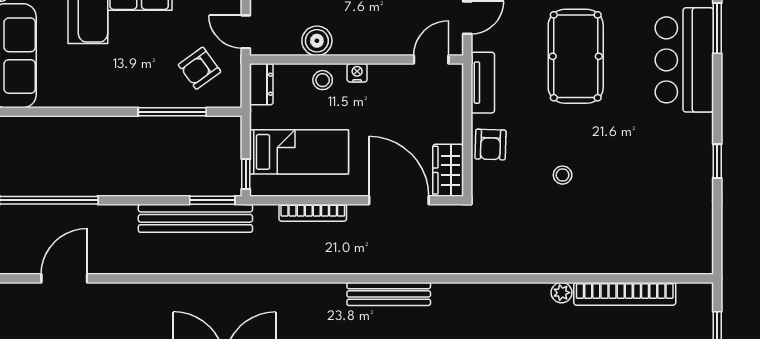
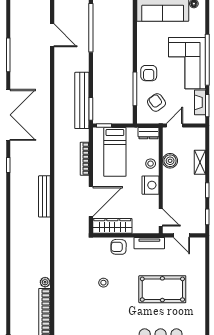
nightstand: (357, 73) -> (150, 185), width x1.89, depth x1.79
armchair: (140, 84) -> (149, 73), added
wardrobe: (448, 170) -> (112, 226), width x1.50

